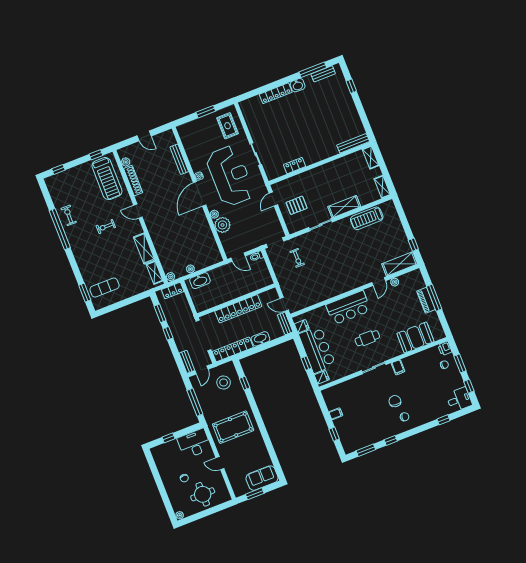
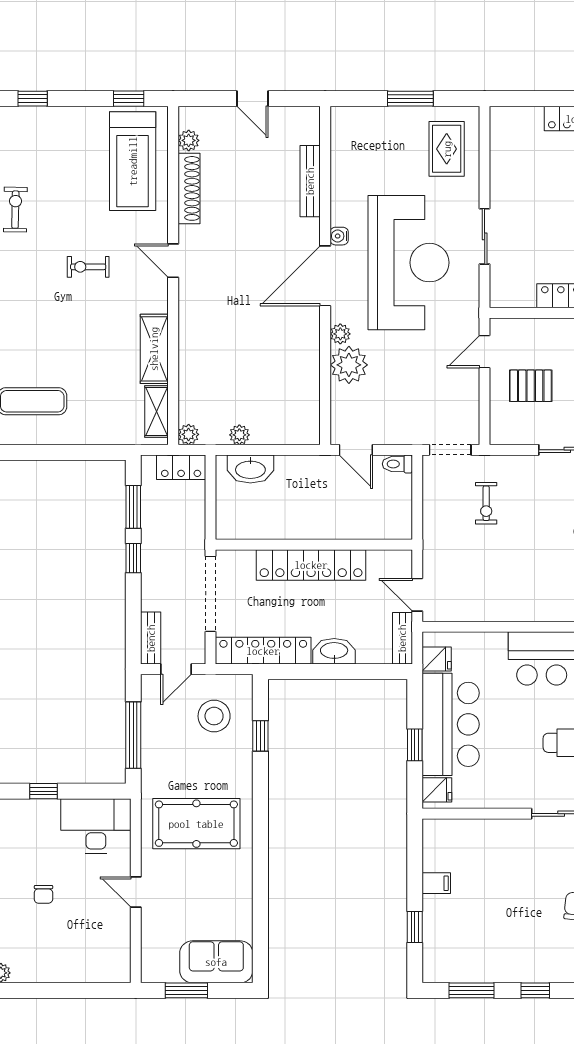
round table: (203, 494) -> (70, 946), removed

